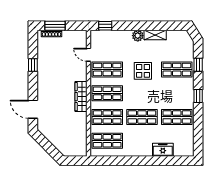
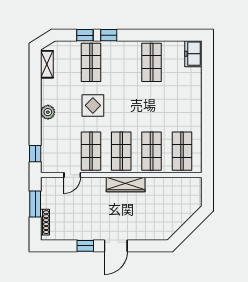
window: (55, 26) -> (35, 204), moved
shelving: (155, 35) -> (47, 64), moved
window: (198, 96) -> (109, 35), moved
door: (33, 109) -> (116, 246), moved
shop shelf: (142, 117) -> (152, 107), removed
freezer: (163, 150) -> (193, 54), moved

